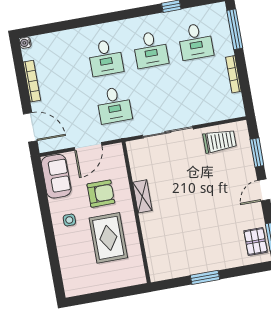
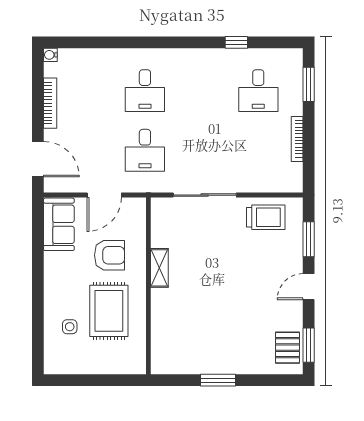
window: (235, 29) -> (309, 84), width x0.69
desk: (151, 50) -> (202, 91), removed
side table: (69, 220) -> (70, 327), moved

